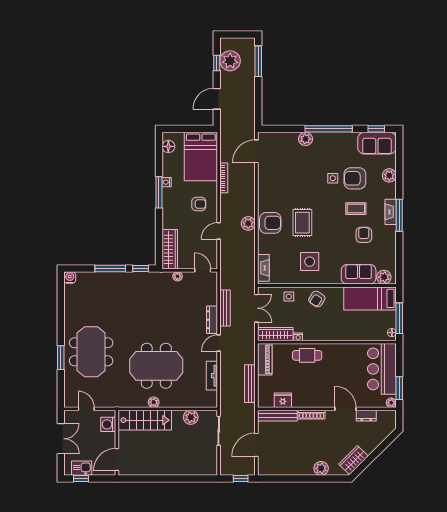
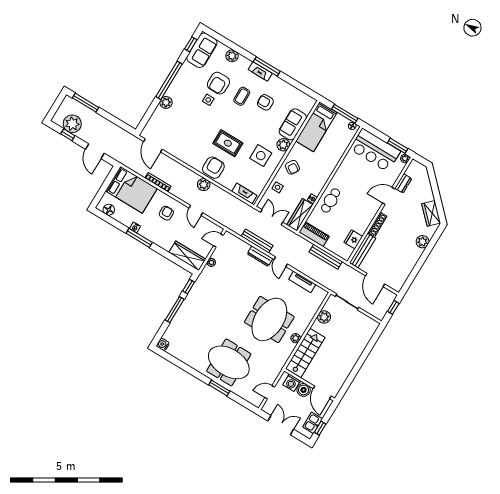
plant: (384, 277) -> (283, 145), moved
boiler: (108, 440) -> (304, 390), added

